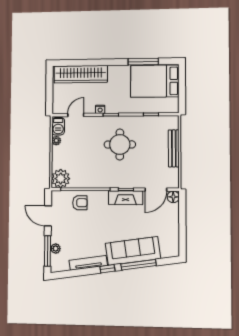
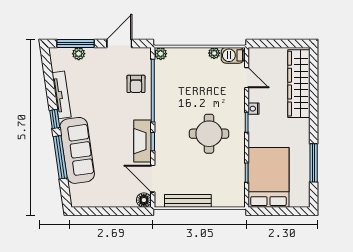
bed: (155, 81) -> (268, 177), moved
bench: (174, 148) -> (188, 201), moved
plant: (61, 179) -> (161, 54), width x0.53, depth x0.53

